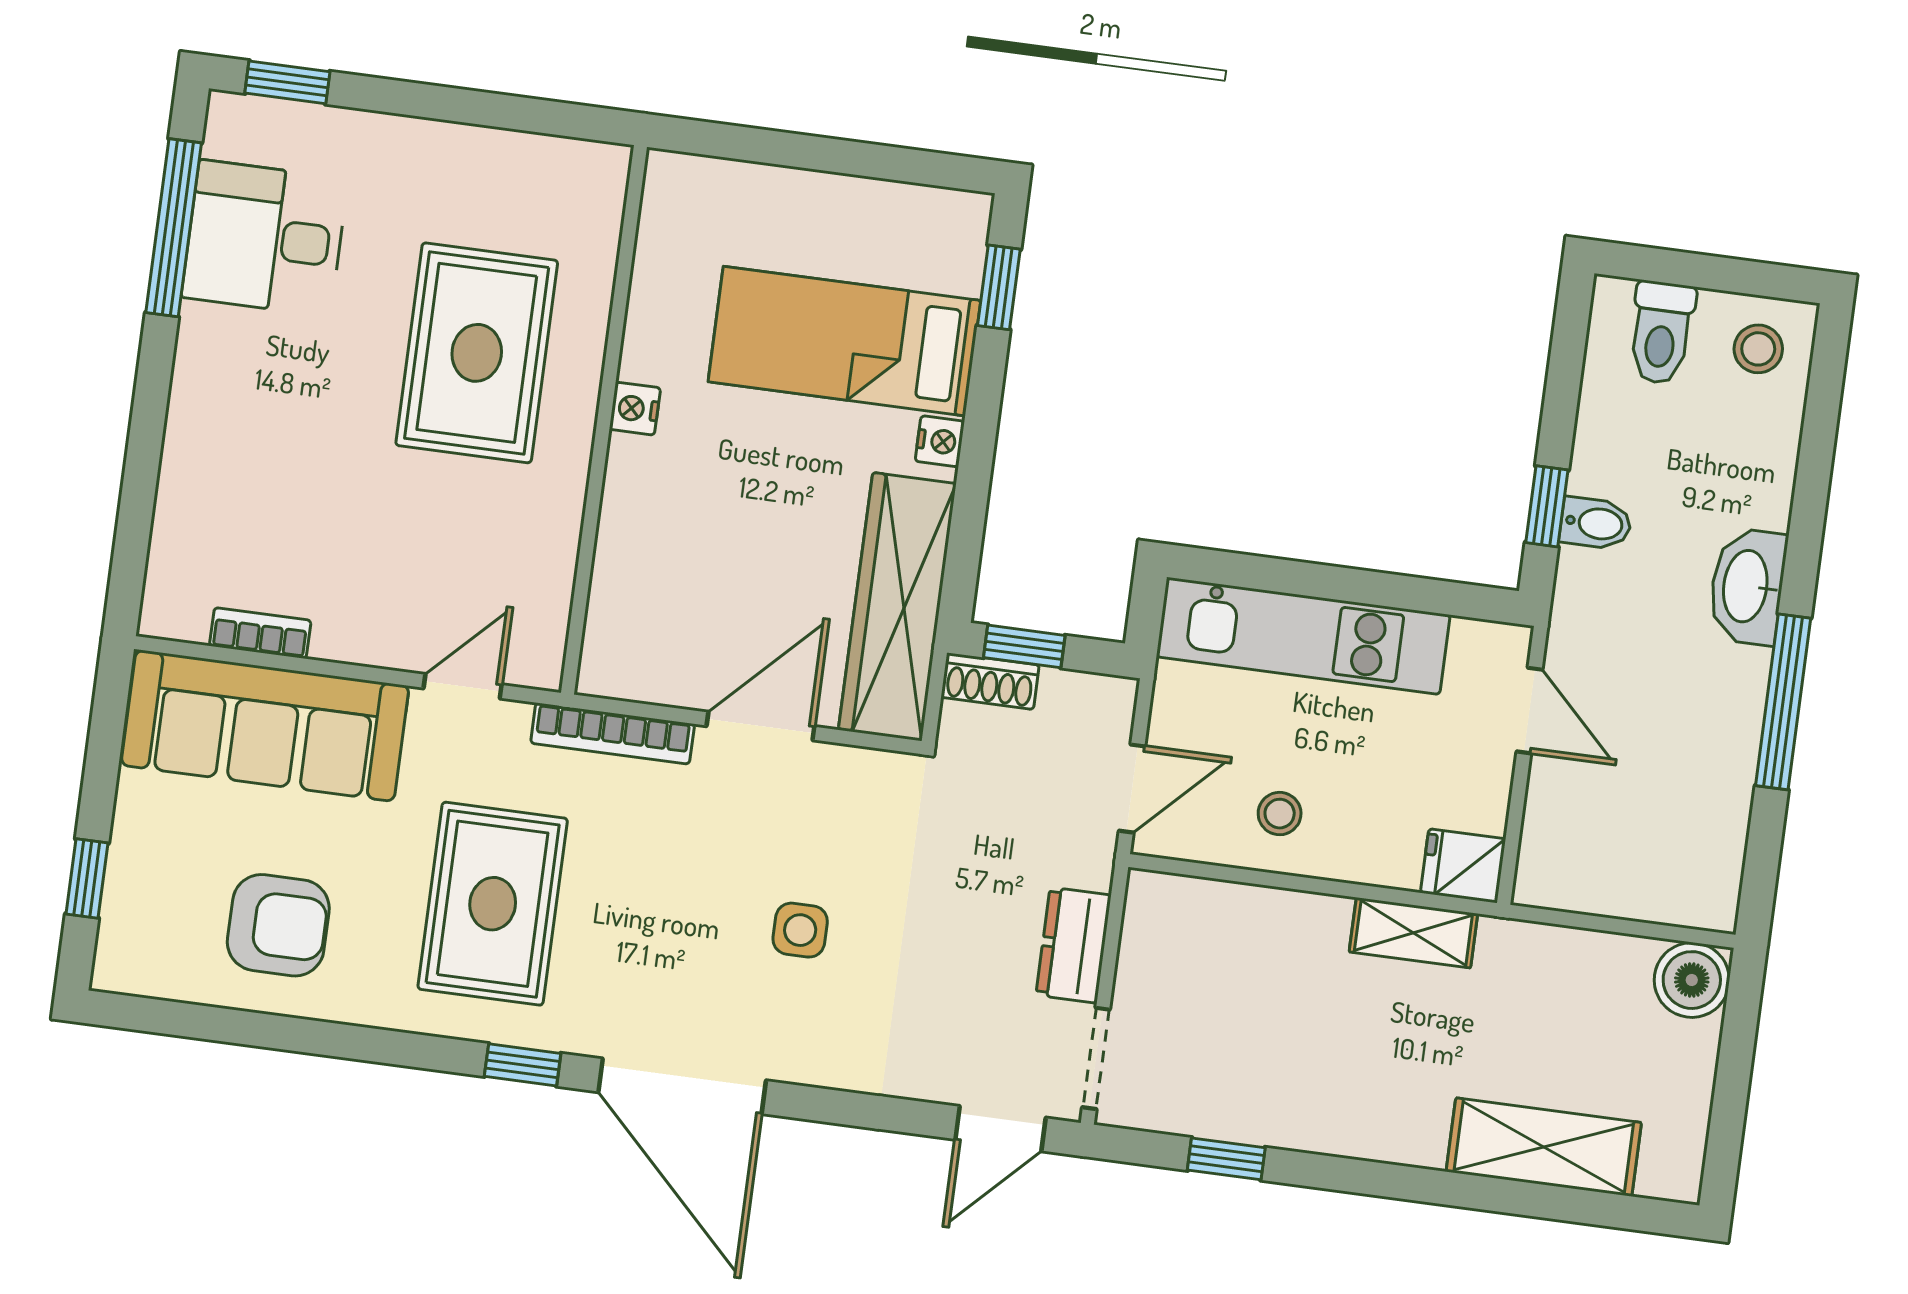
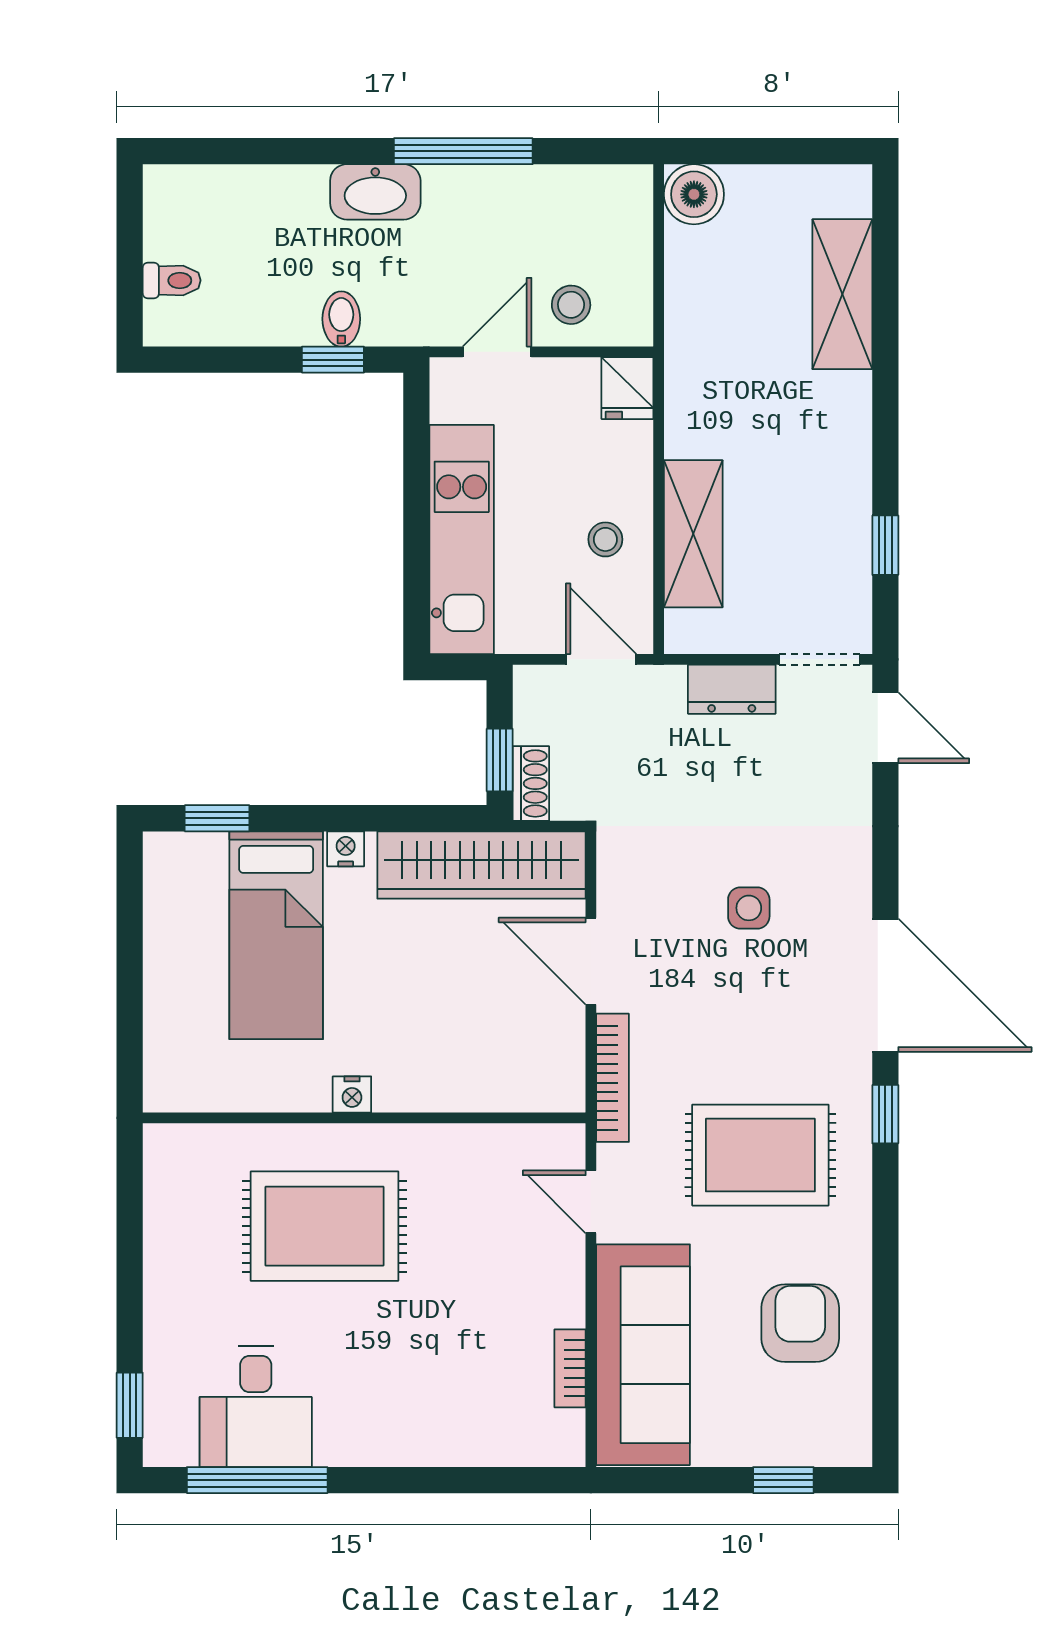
toilet: (1661, 333) -> (172, 280), width x0.73, depth x0.72
stool: (1758, 349) -> (571, 305), moved
shelving: (1413, 933) -> (693, 534), moved, width x1.50, depth x1.33
door: (682, 1086) -> (885, 985), hinge flipped

